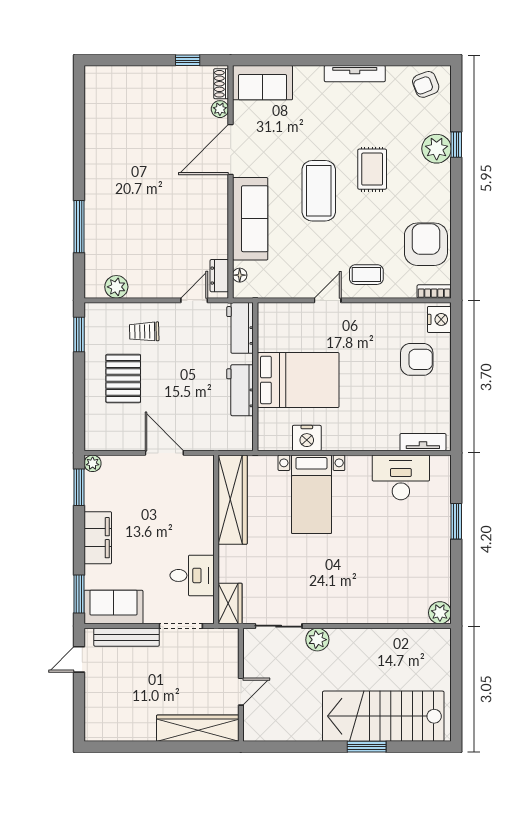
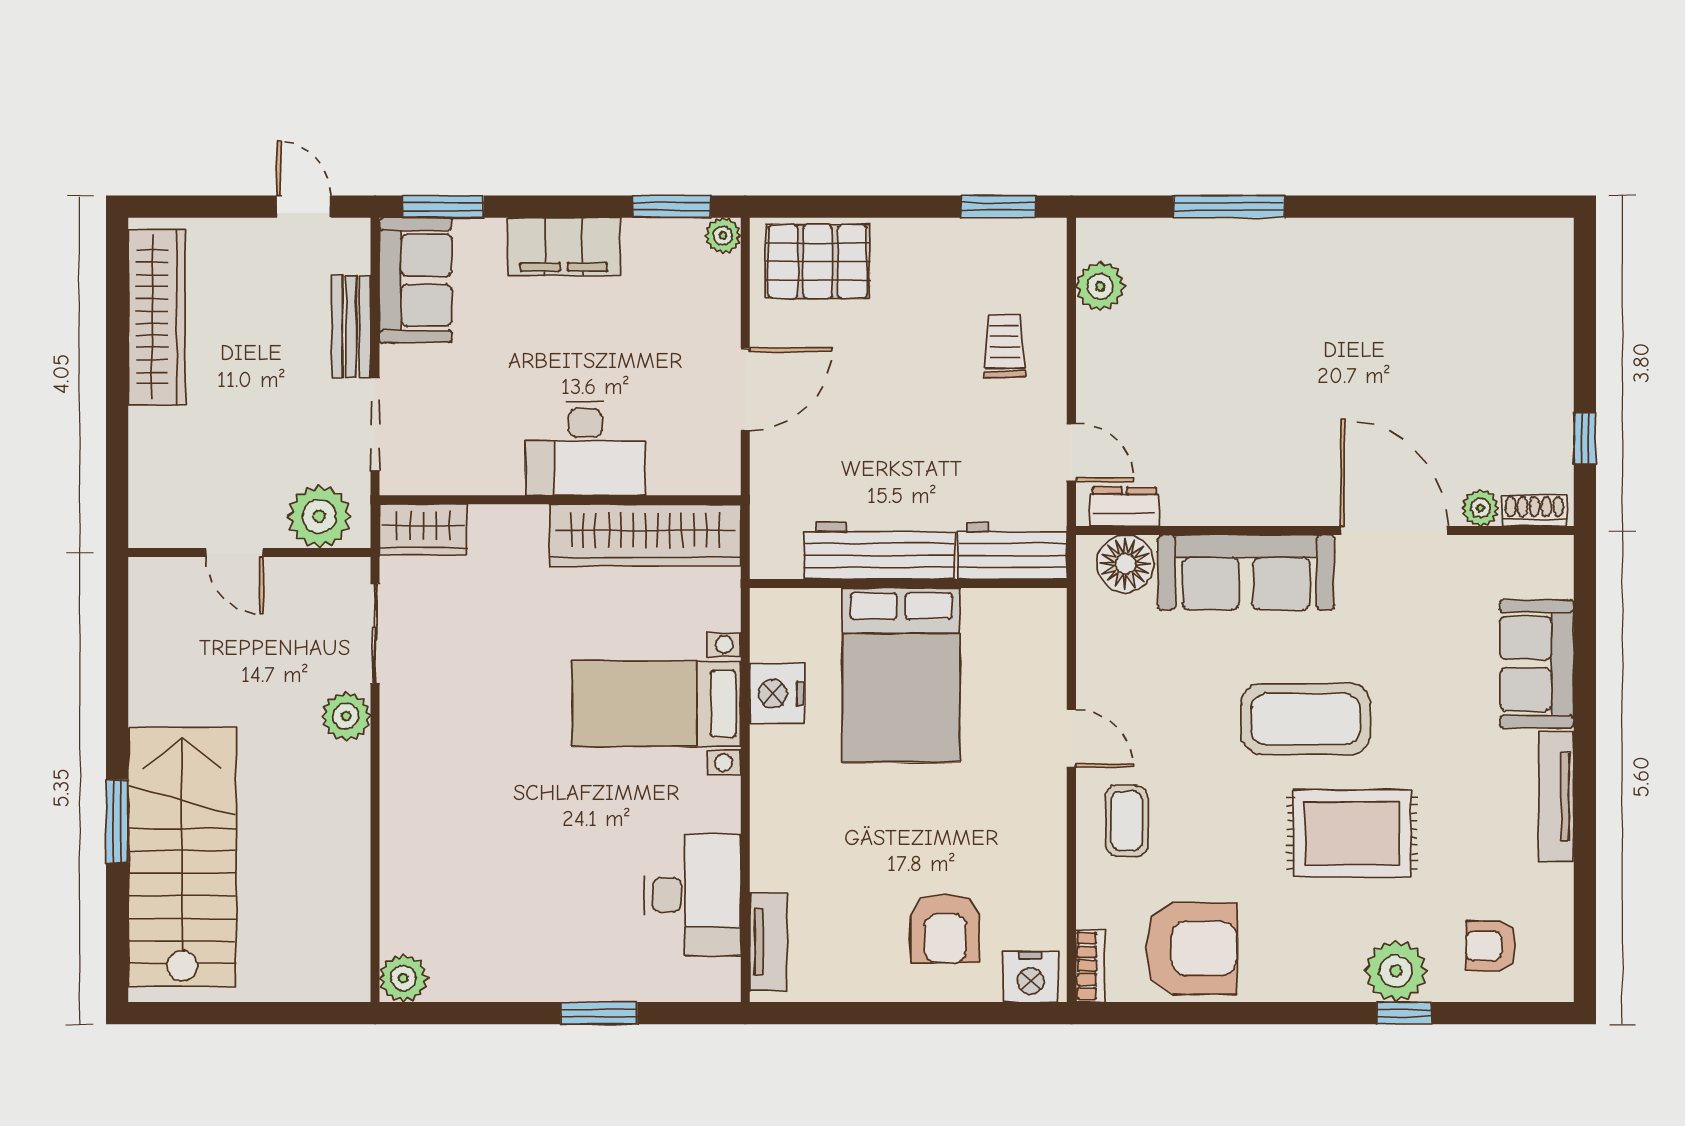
sofa: (263, 83) -> (1537, 664), moved
armchair: (426, 84) -> (1491, 946), moved, turned -69
rug: (372, 169) -> (1352, 833), width x1.36, depth x1.43
floor lamp: (240, 275) -> (1125, 564), width x1.89, depth x1.89
pallet: (123, 379) -> (818, 261), moved
workbench: (240, 390) -> (879, 551), width x1.38
desk: (192, 575) -> (585, 448), moved, width x1.37
bench: (127, 637) -> (351, 327), width x0.73
plant: (224, 652) -> (319, 516), added
wardrobe: (198, 728) -> (157, 317), moved

